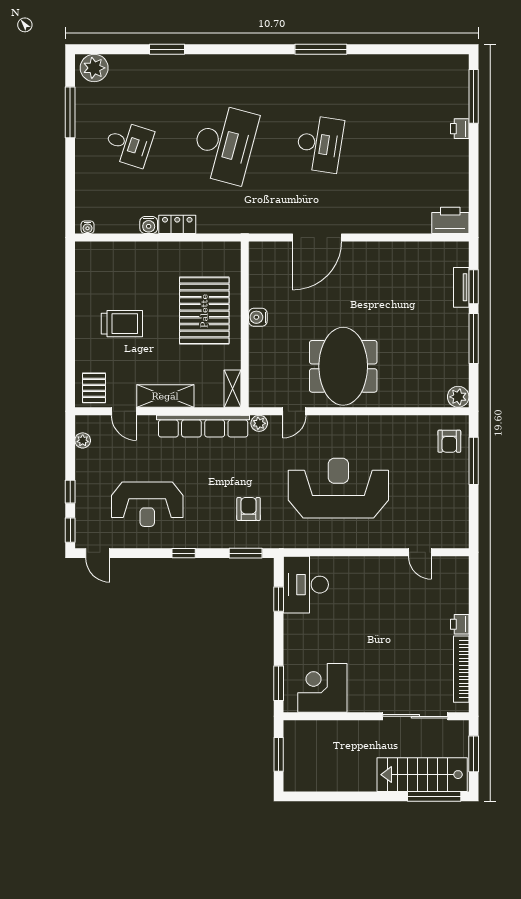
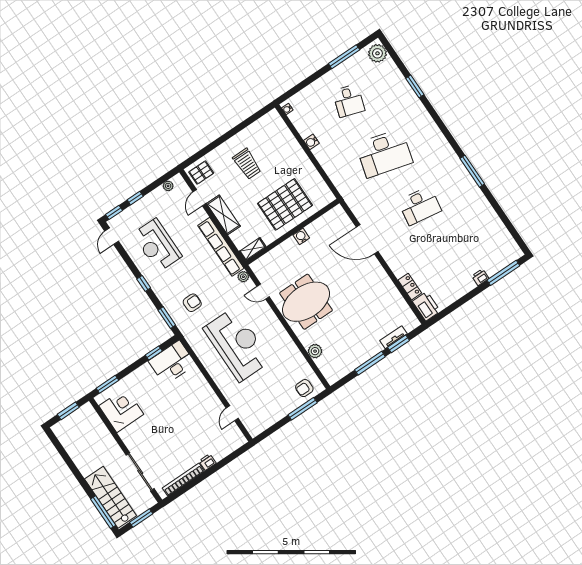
locker: (177, 224) -> (410, 287), moved
plant: (458, 397) -> (315, 351), moved

